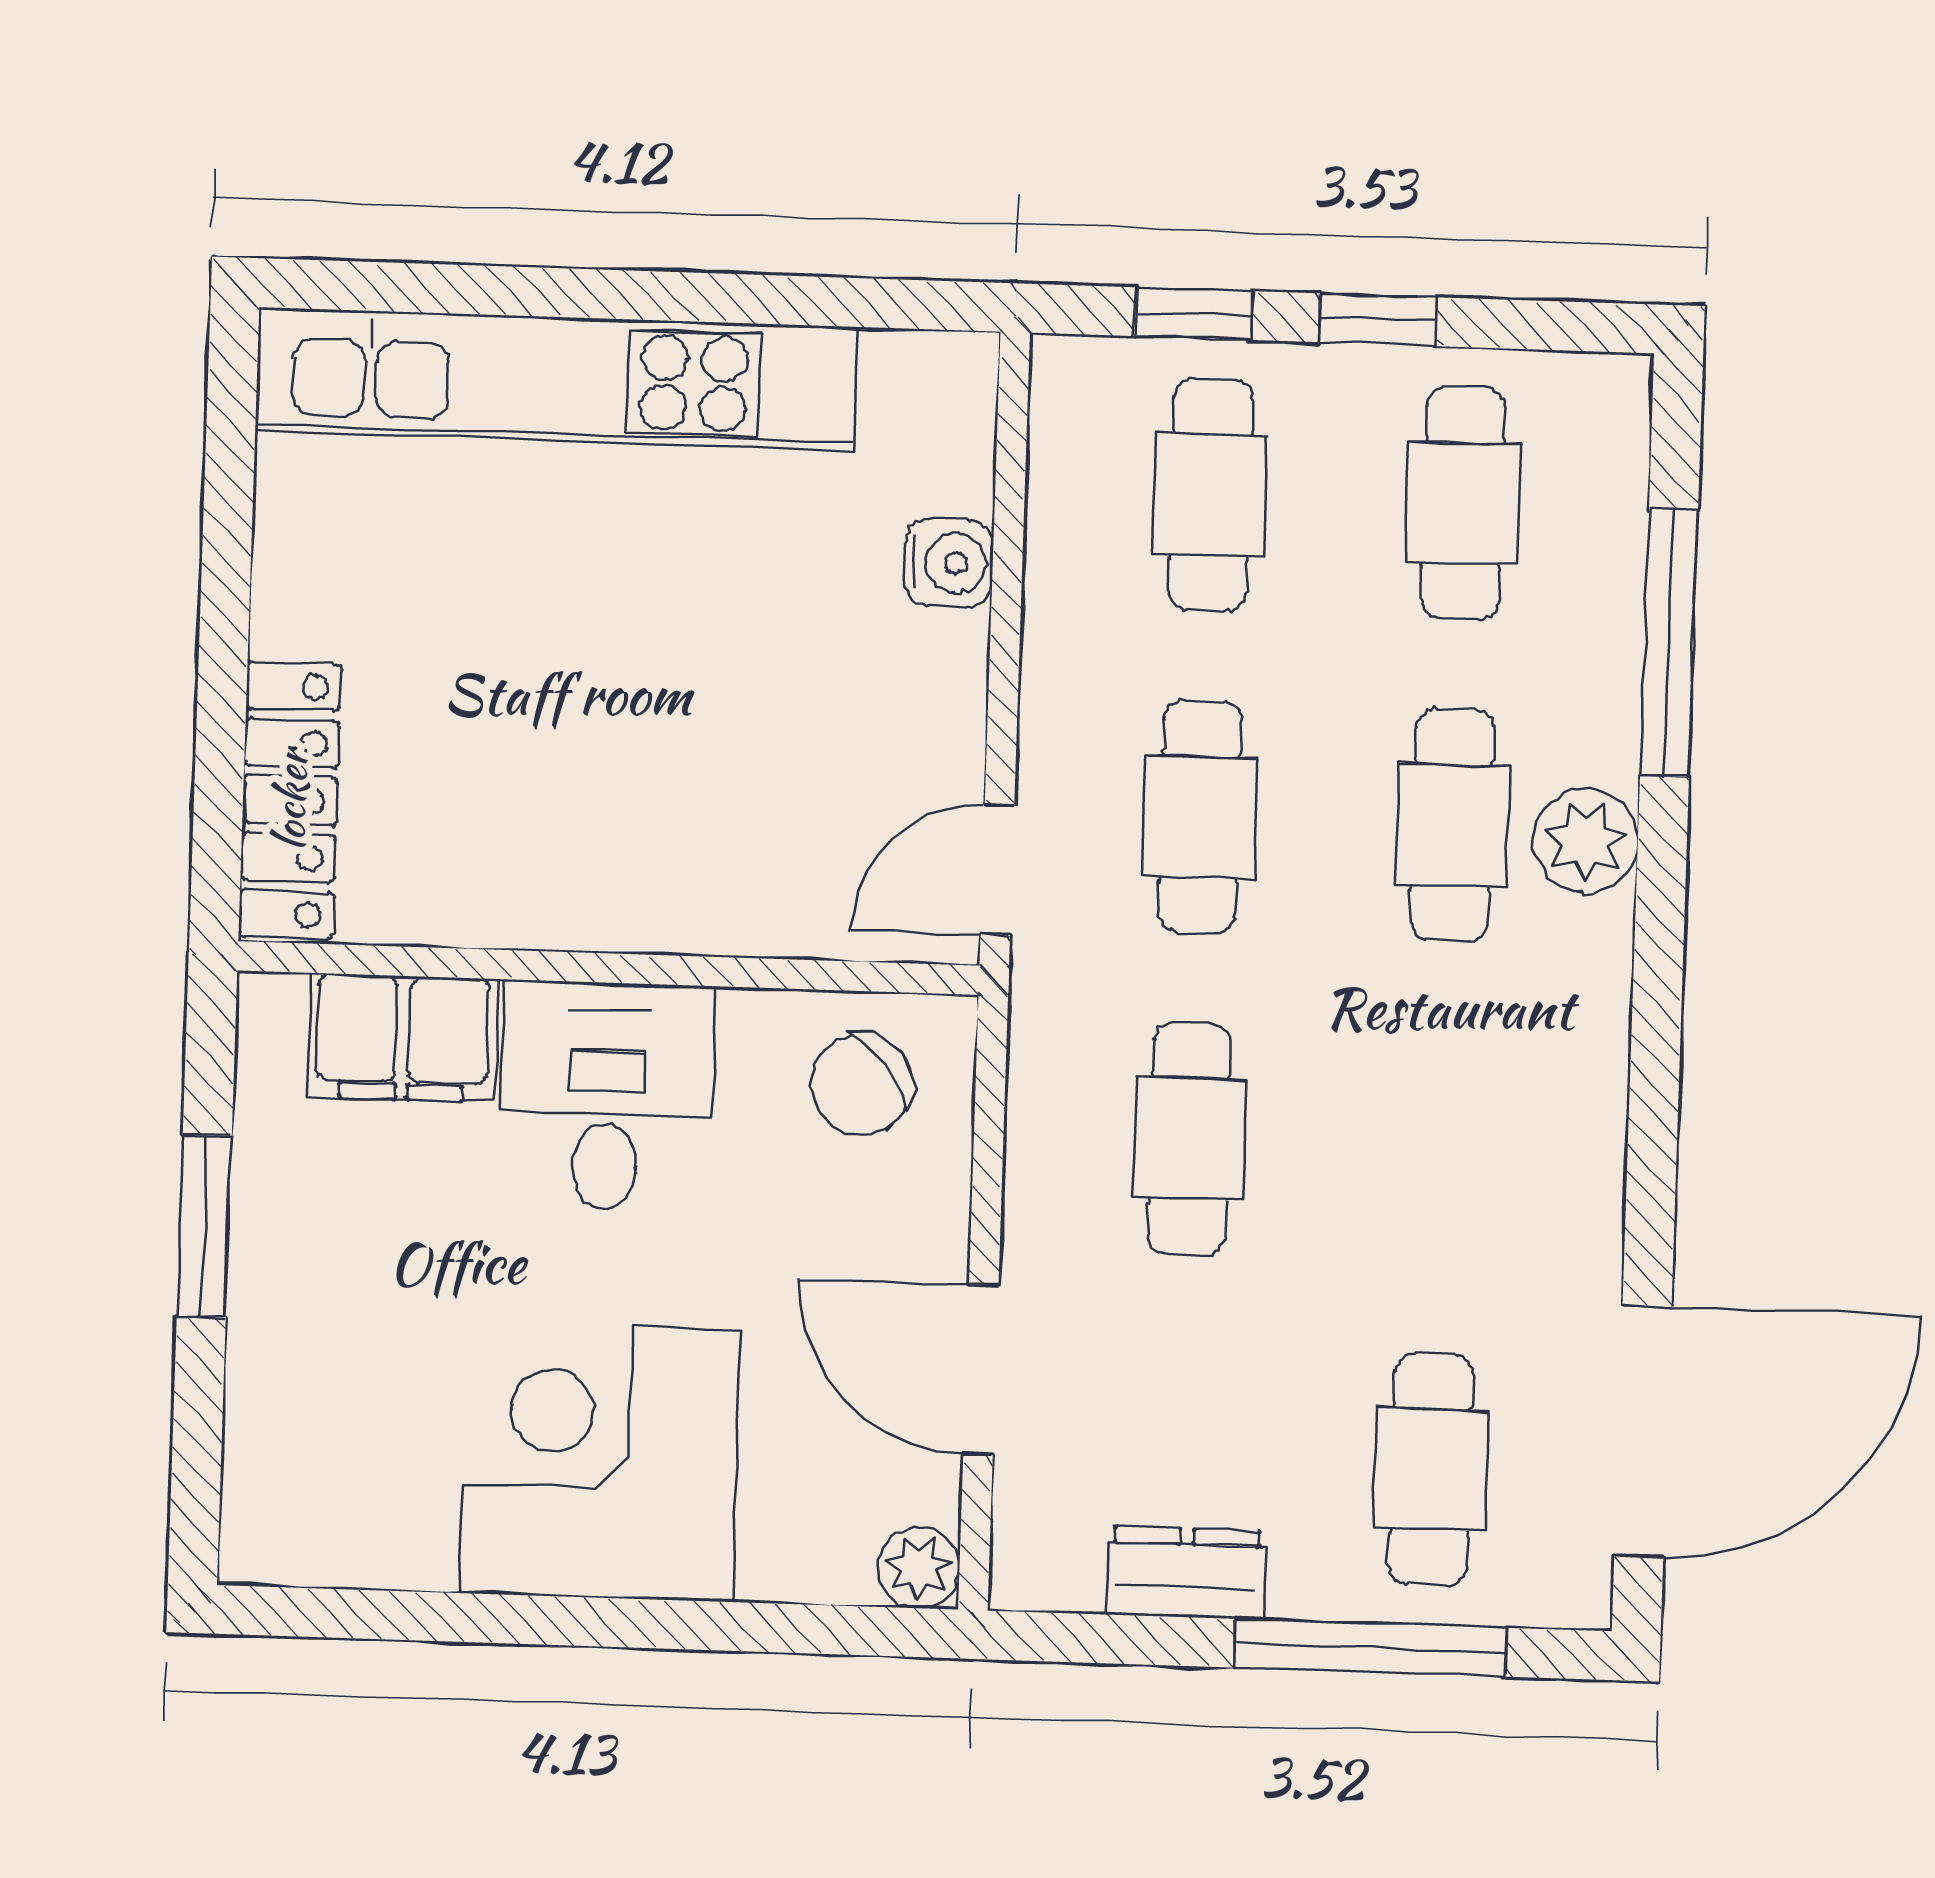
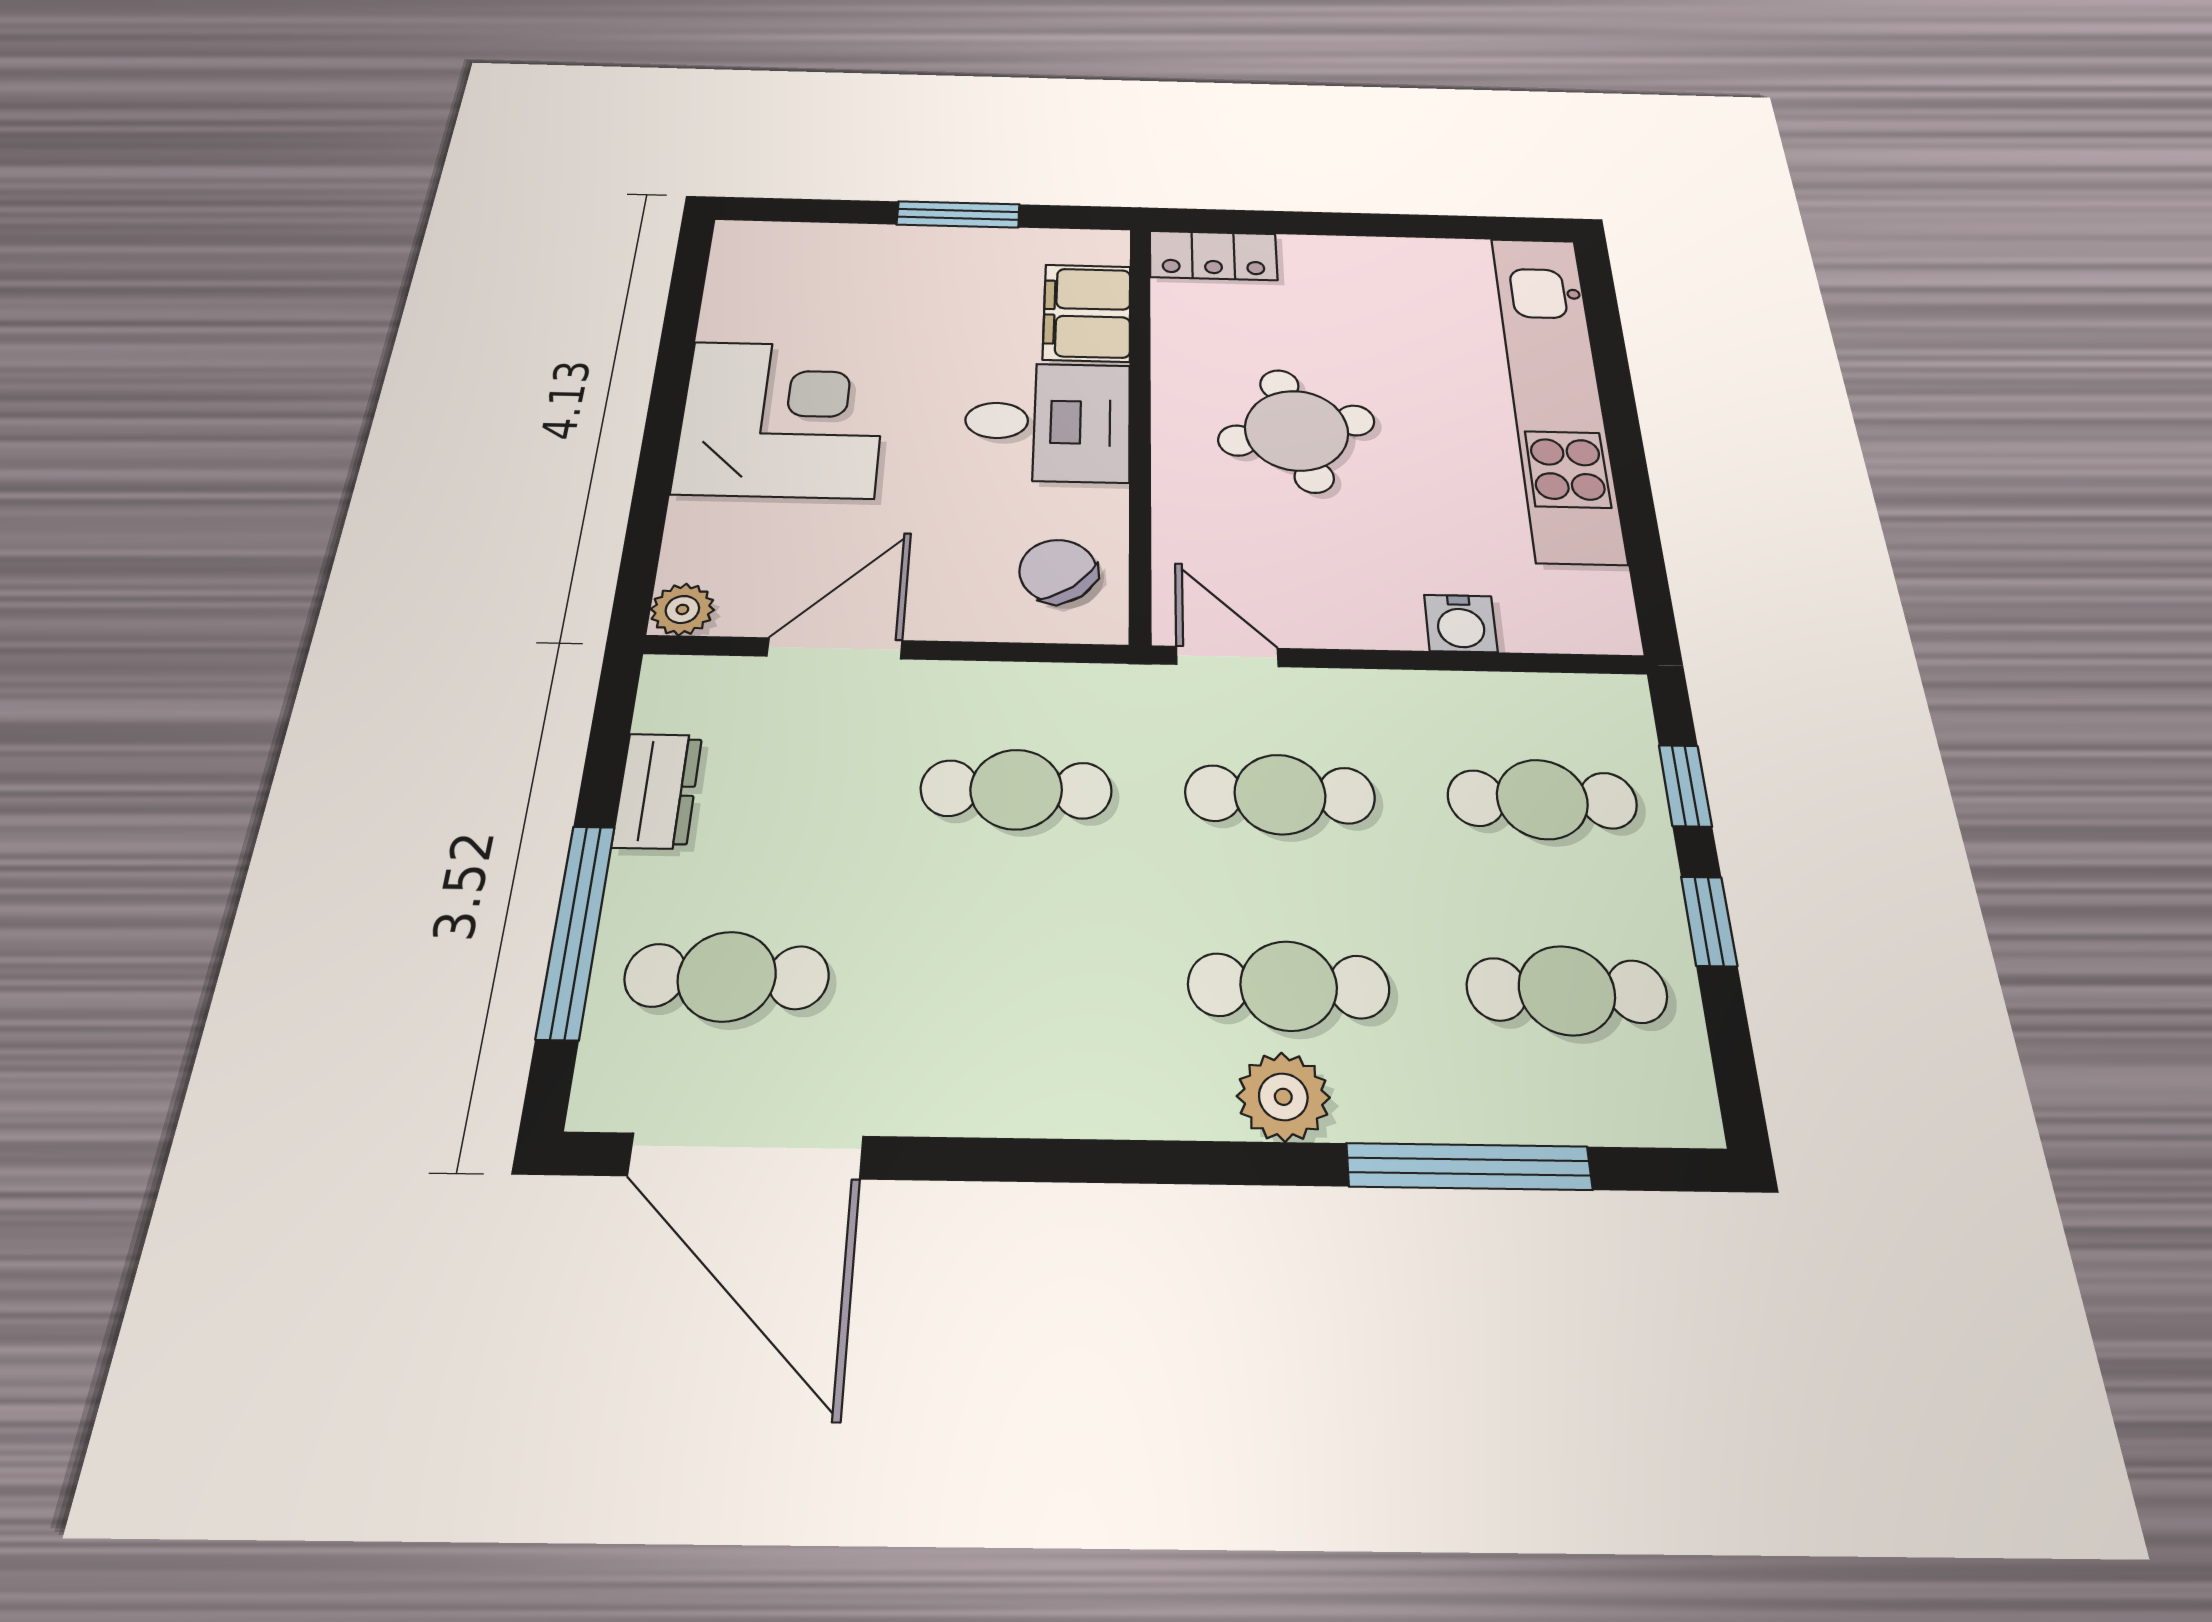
round table: (624, 752) -> (1297, 430), added
locker: (290, 800) -> (1213, 255), width x0.66

